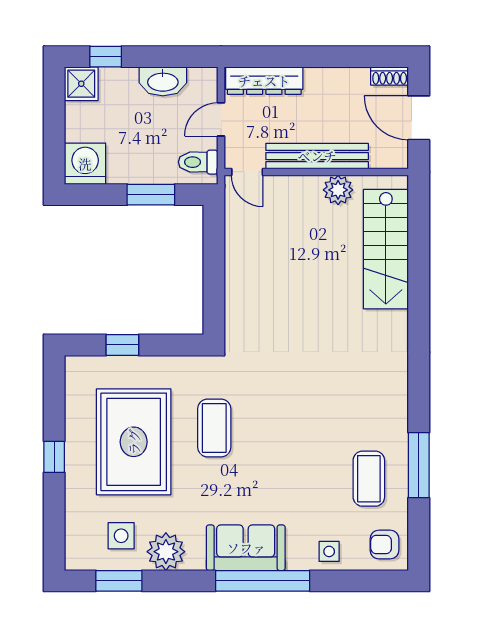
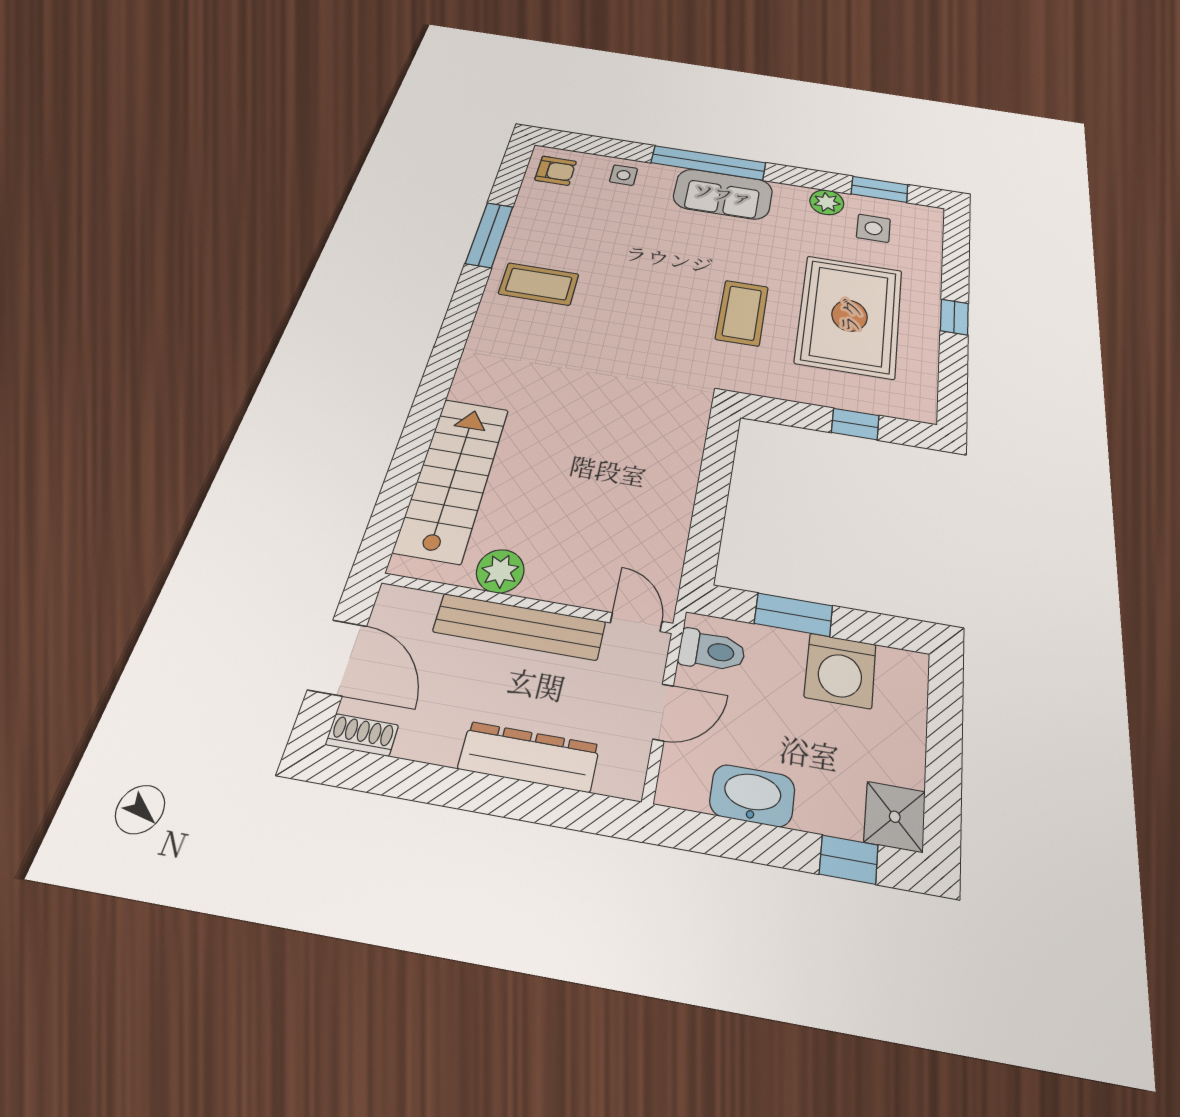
dresser: (264, 81) -> (529, 757), moved
washing machine: (85, 164) -> (840, 671), moved
coffee table: (369, 479) -> (539, 284), moved, turned 90
plant: (166, 552) -> (827, 202), width x0.73, depth x0.73

